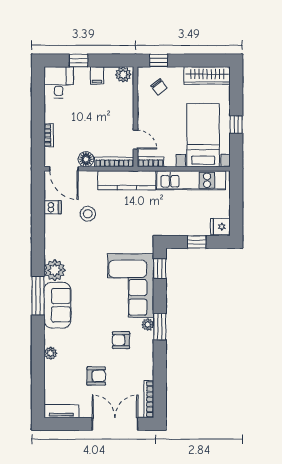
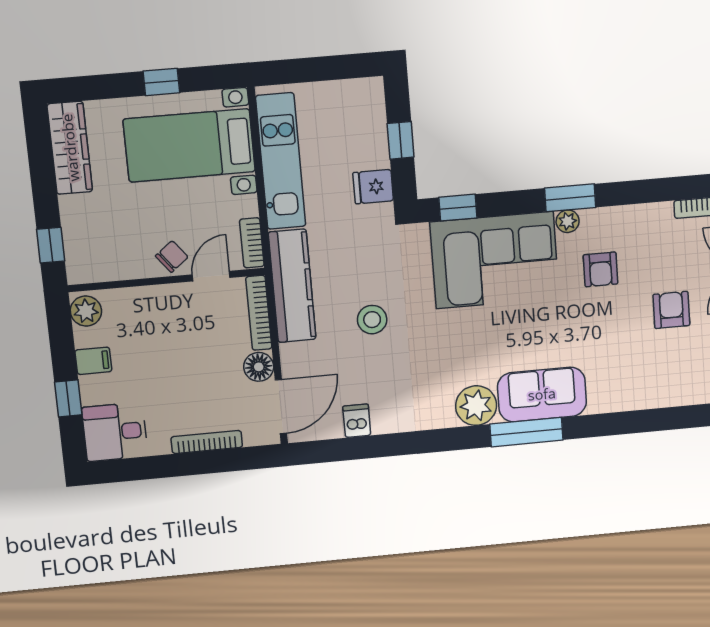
chair: (159, 87) -> (172, 256), moved
bookcase: (49, 135) -> (207, 442), width x1.56
stool: (88, 214) -> (372, 320), moved
fridge: (220, 227) -> (373, 187), moved, turned 90
plant: (50, 353) -> (633, 399), removed

